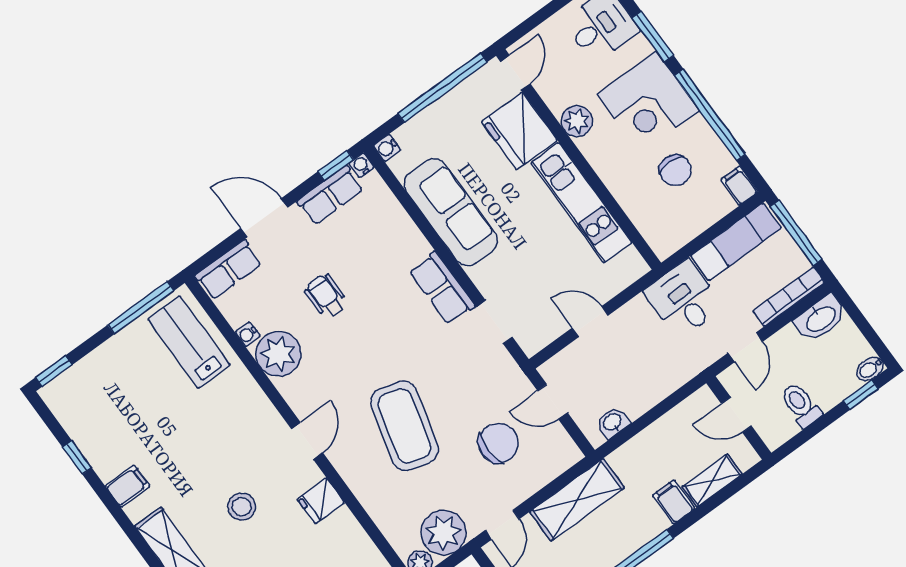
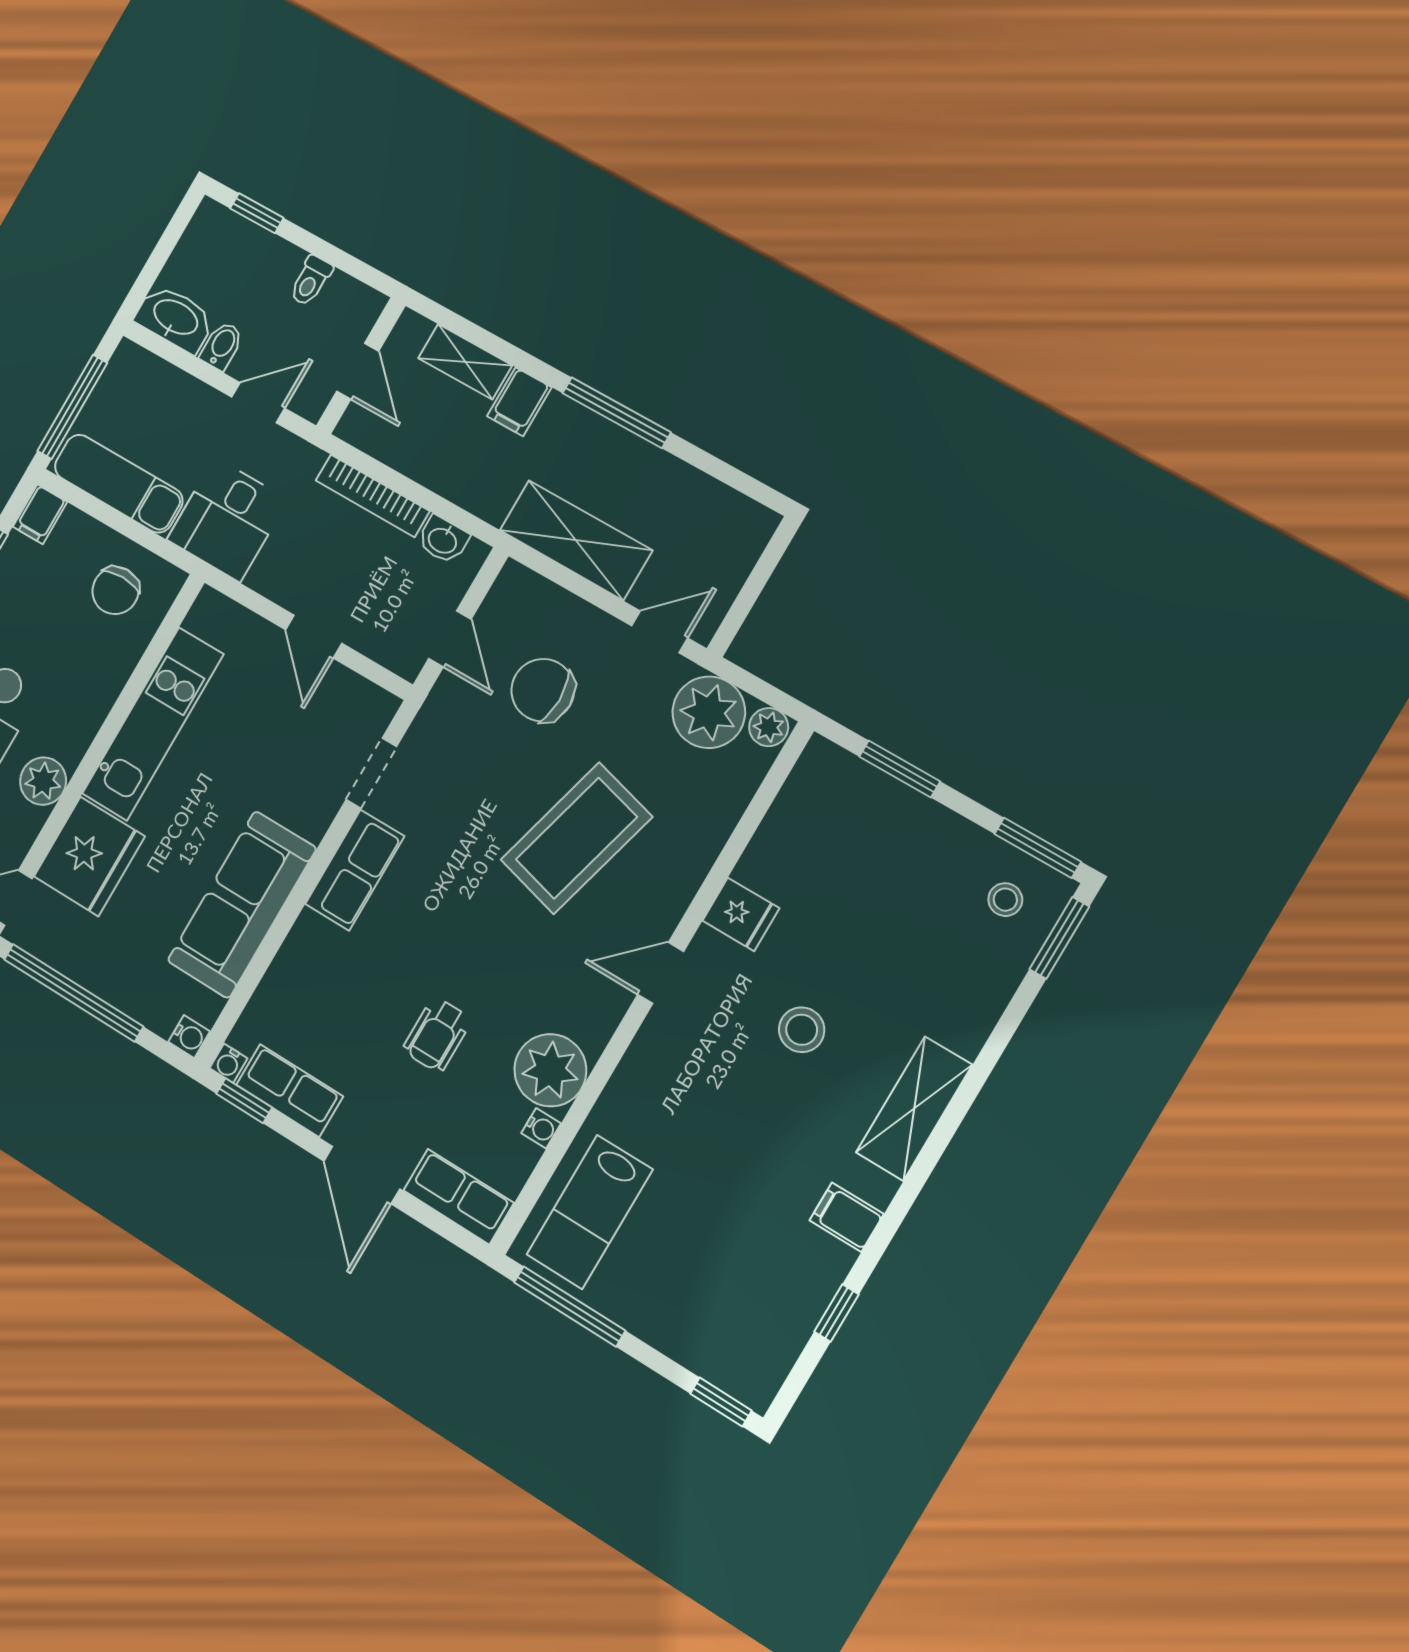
chair: (675, 170) -> (116, 591), moved, turned 180
bookcase: (789, 297) -> (373, 496), moved
bidet: (870, 369) -> (222, 346), moved, turned -90
toilet: (801, 405) -> (311, 281), width x0.73, depth x0.72

